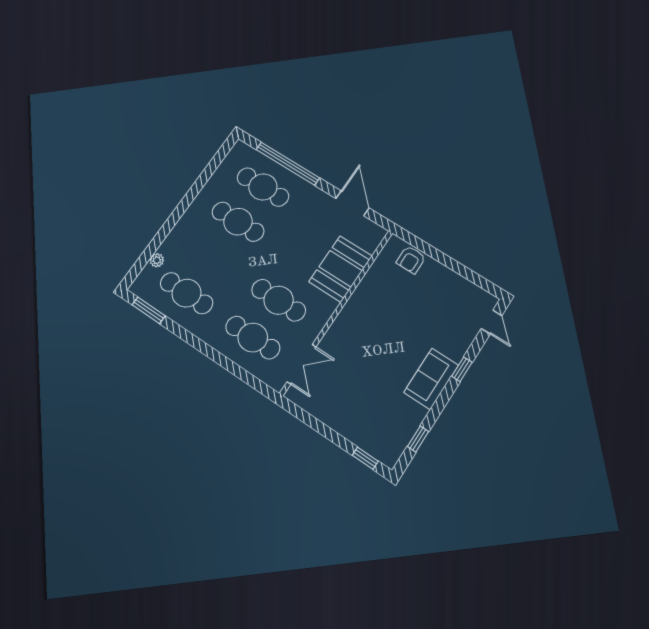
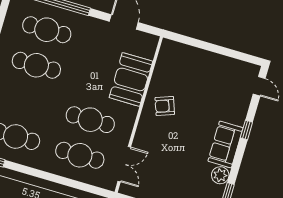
armchair: (411, 260) -> (165, 106), moved, turned 70
plant: (414, 414) -> (220, 175), added

